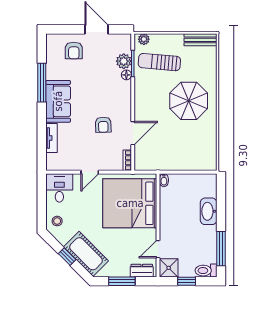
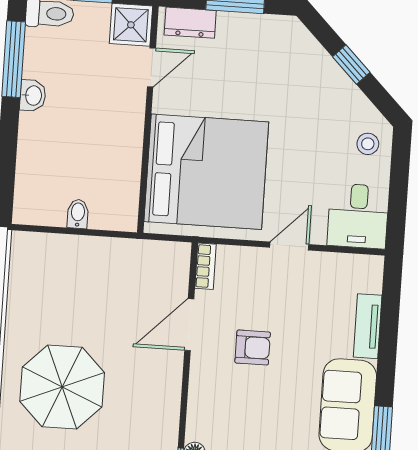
armchair: (103, 125) -> (253, 348), turned 92
bidet: (164, 180) -> (78, 214), moved
washbasin: (209, 211) -> (33, 95), moved, width x0.52, depth x0.69
cot: (86, 254) -> (309, 68), removed

